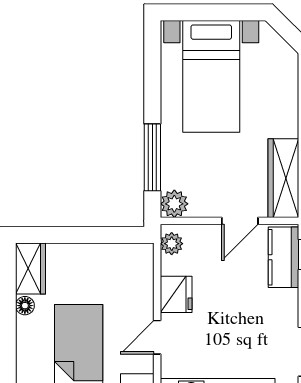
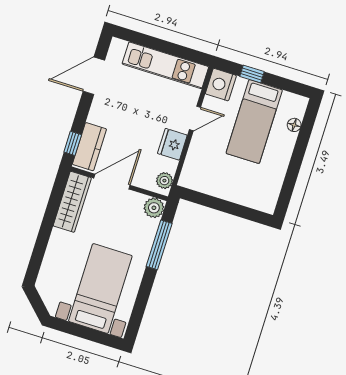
door: (240, 221) -> (112, 182), width x1.38
wardrobe: (31, 269) -> (268, 194), removed
floor lamp: (25, 306) -> (294, 125), moved

